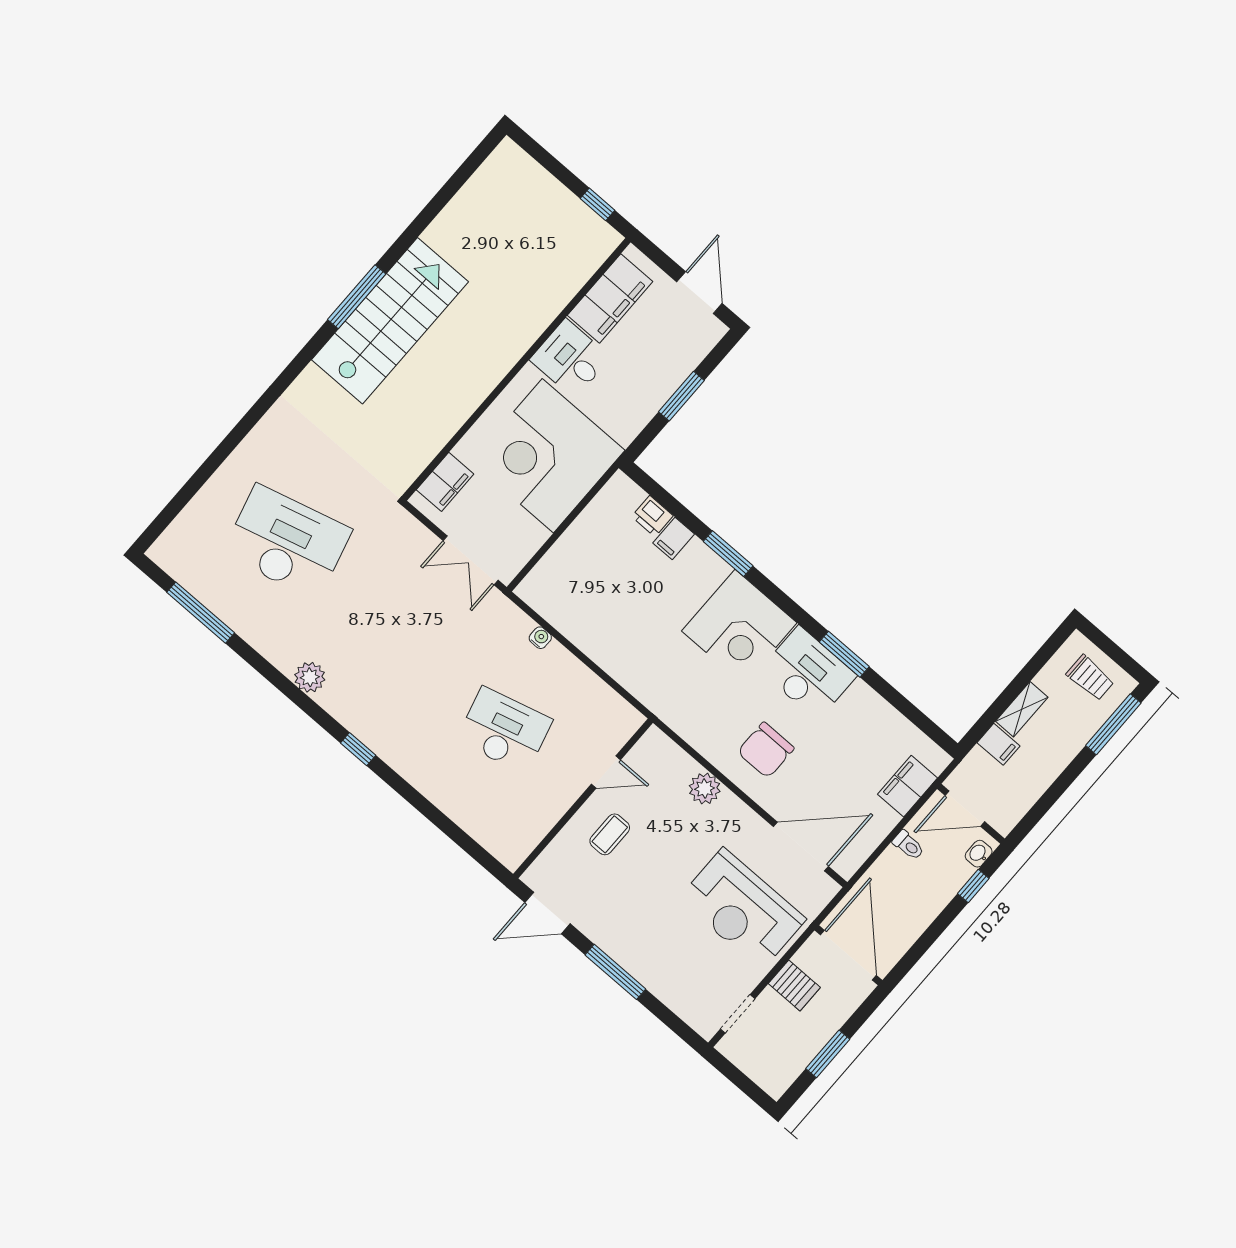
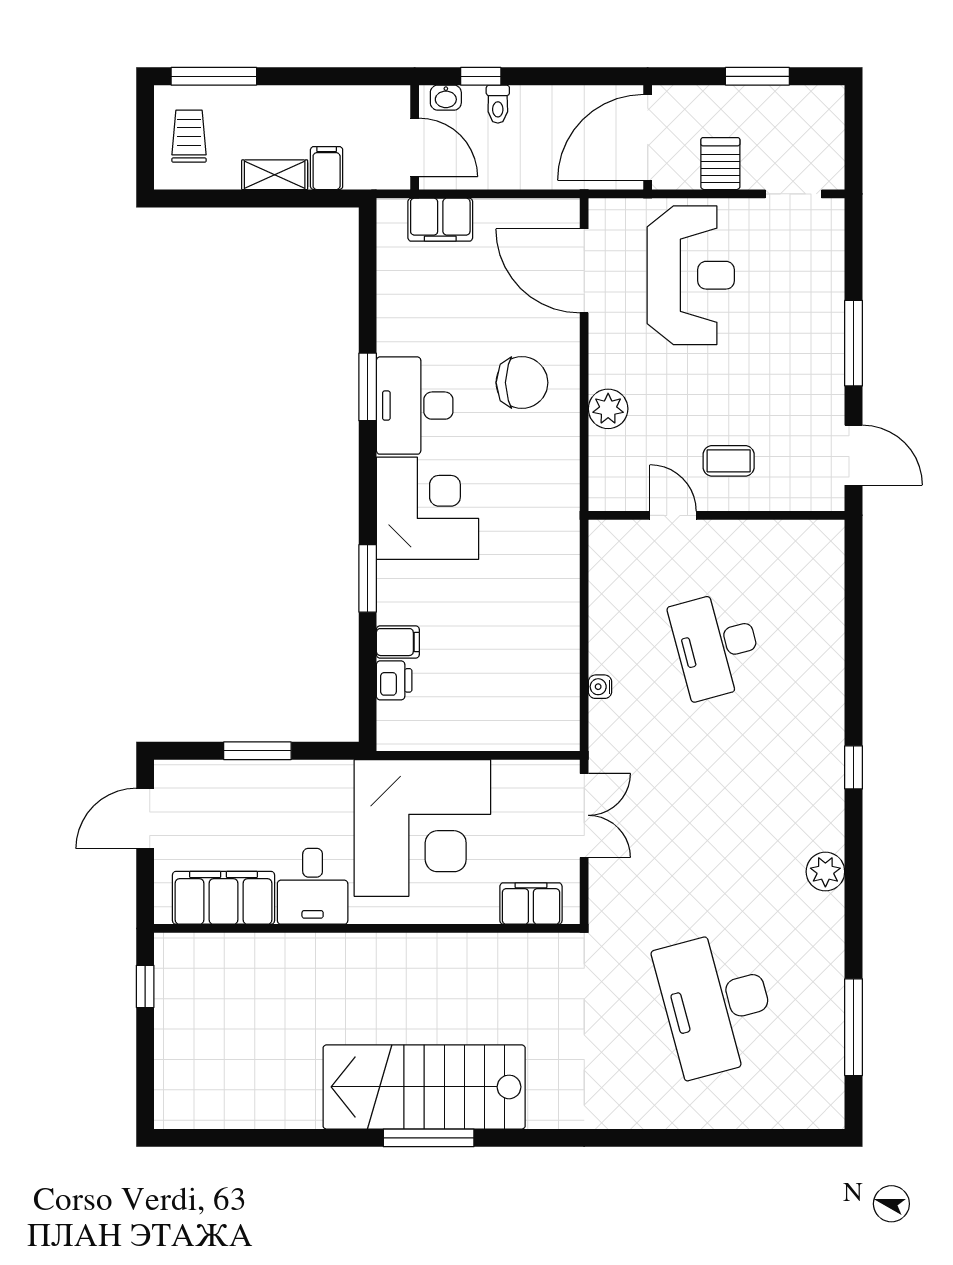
toilet: (908, 845) -> (498, 104), moved, turned 180

